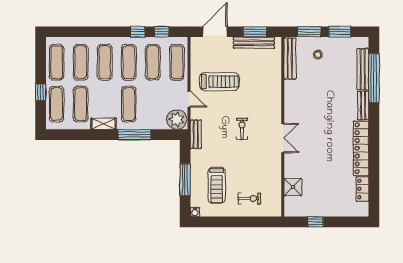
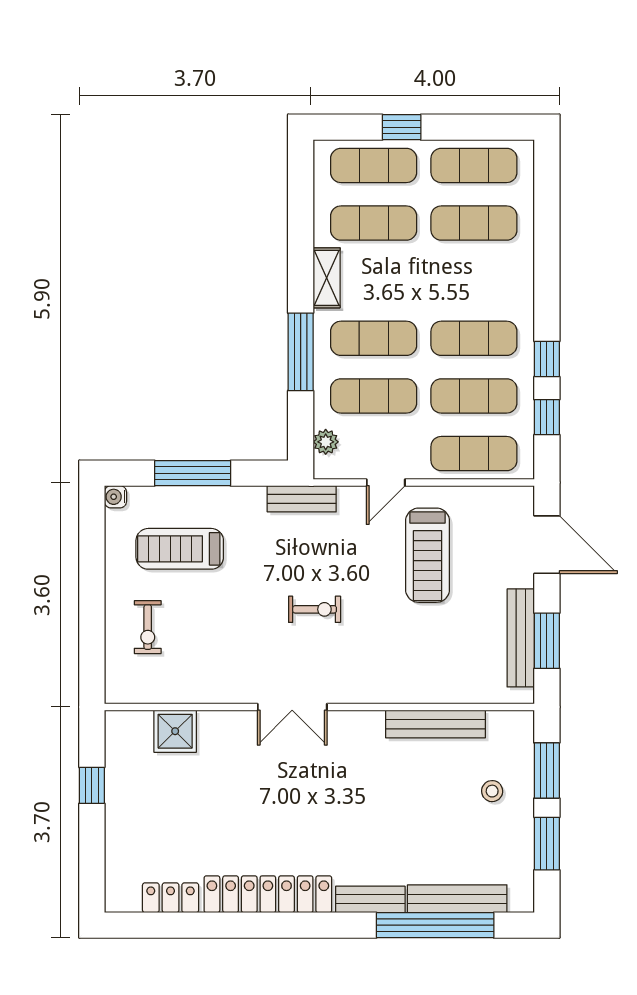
bench: (290, 59) -> (436, 724), moved
exercise mat: (105, 62) -> (374, 396), moved
plant: (177, 120) -> (326, 442), width x0.53, depth x0.53

